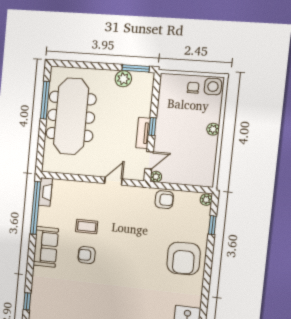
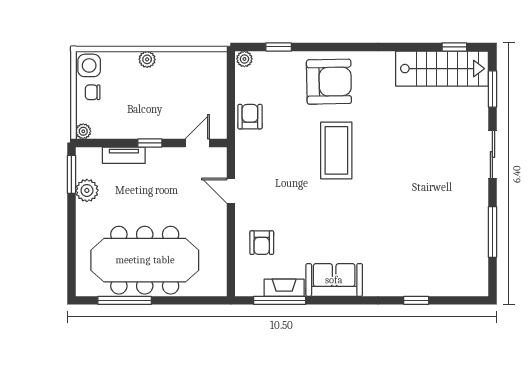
tv unit: (143, 133) -> (124, 155), moved
door: (149, 160) -> (197, 143), hinge flipped
plant: (156, 177) -> (83, 131), moved
fireplace: (45, 192) -> (284, 288), moved
window: (35, 208) -> (280, 300), width x0.68
coffee table: (87, 226) -> (336, 150), moved, width x1.86, depth x1.72
armchair: (87, 255) -> (262, 243), moved

